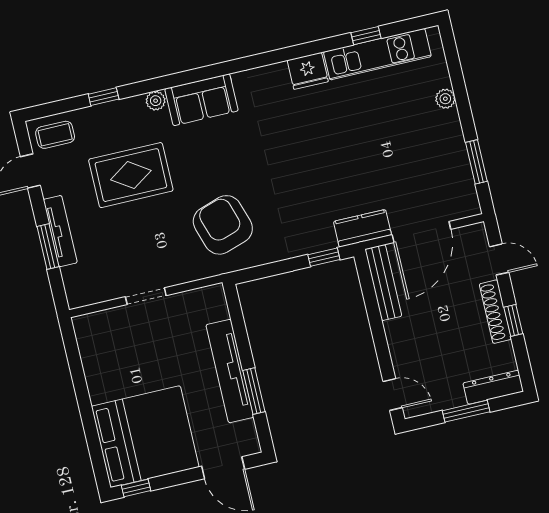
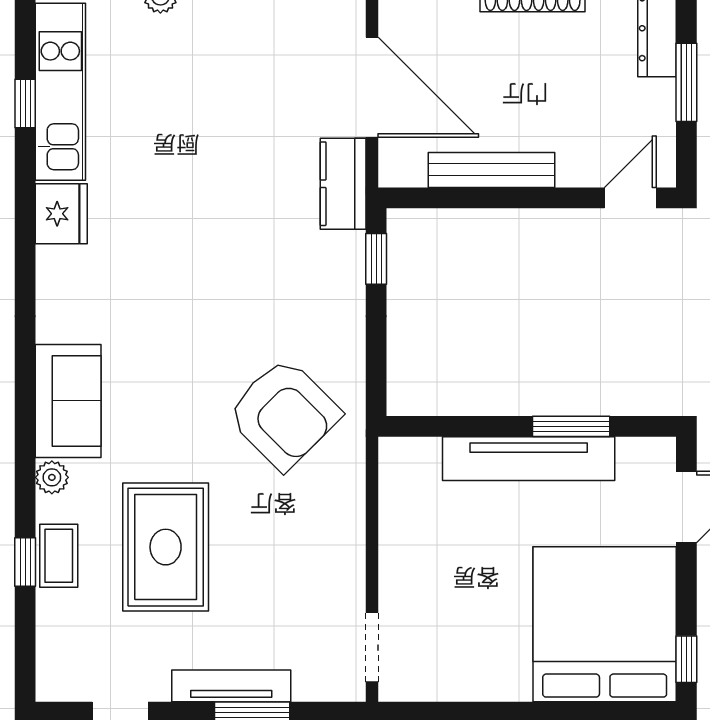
coffee table: (55, 135) -> (59, 556), moved
armchair: (223, 225) -> (284, 414), turned -117
bench: (383, 283) -> (491, 170), moved
doorway: (146, 296) -> (372, 647), moved

